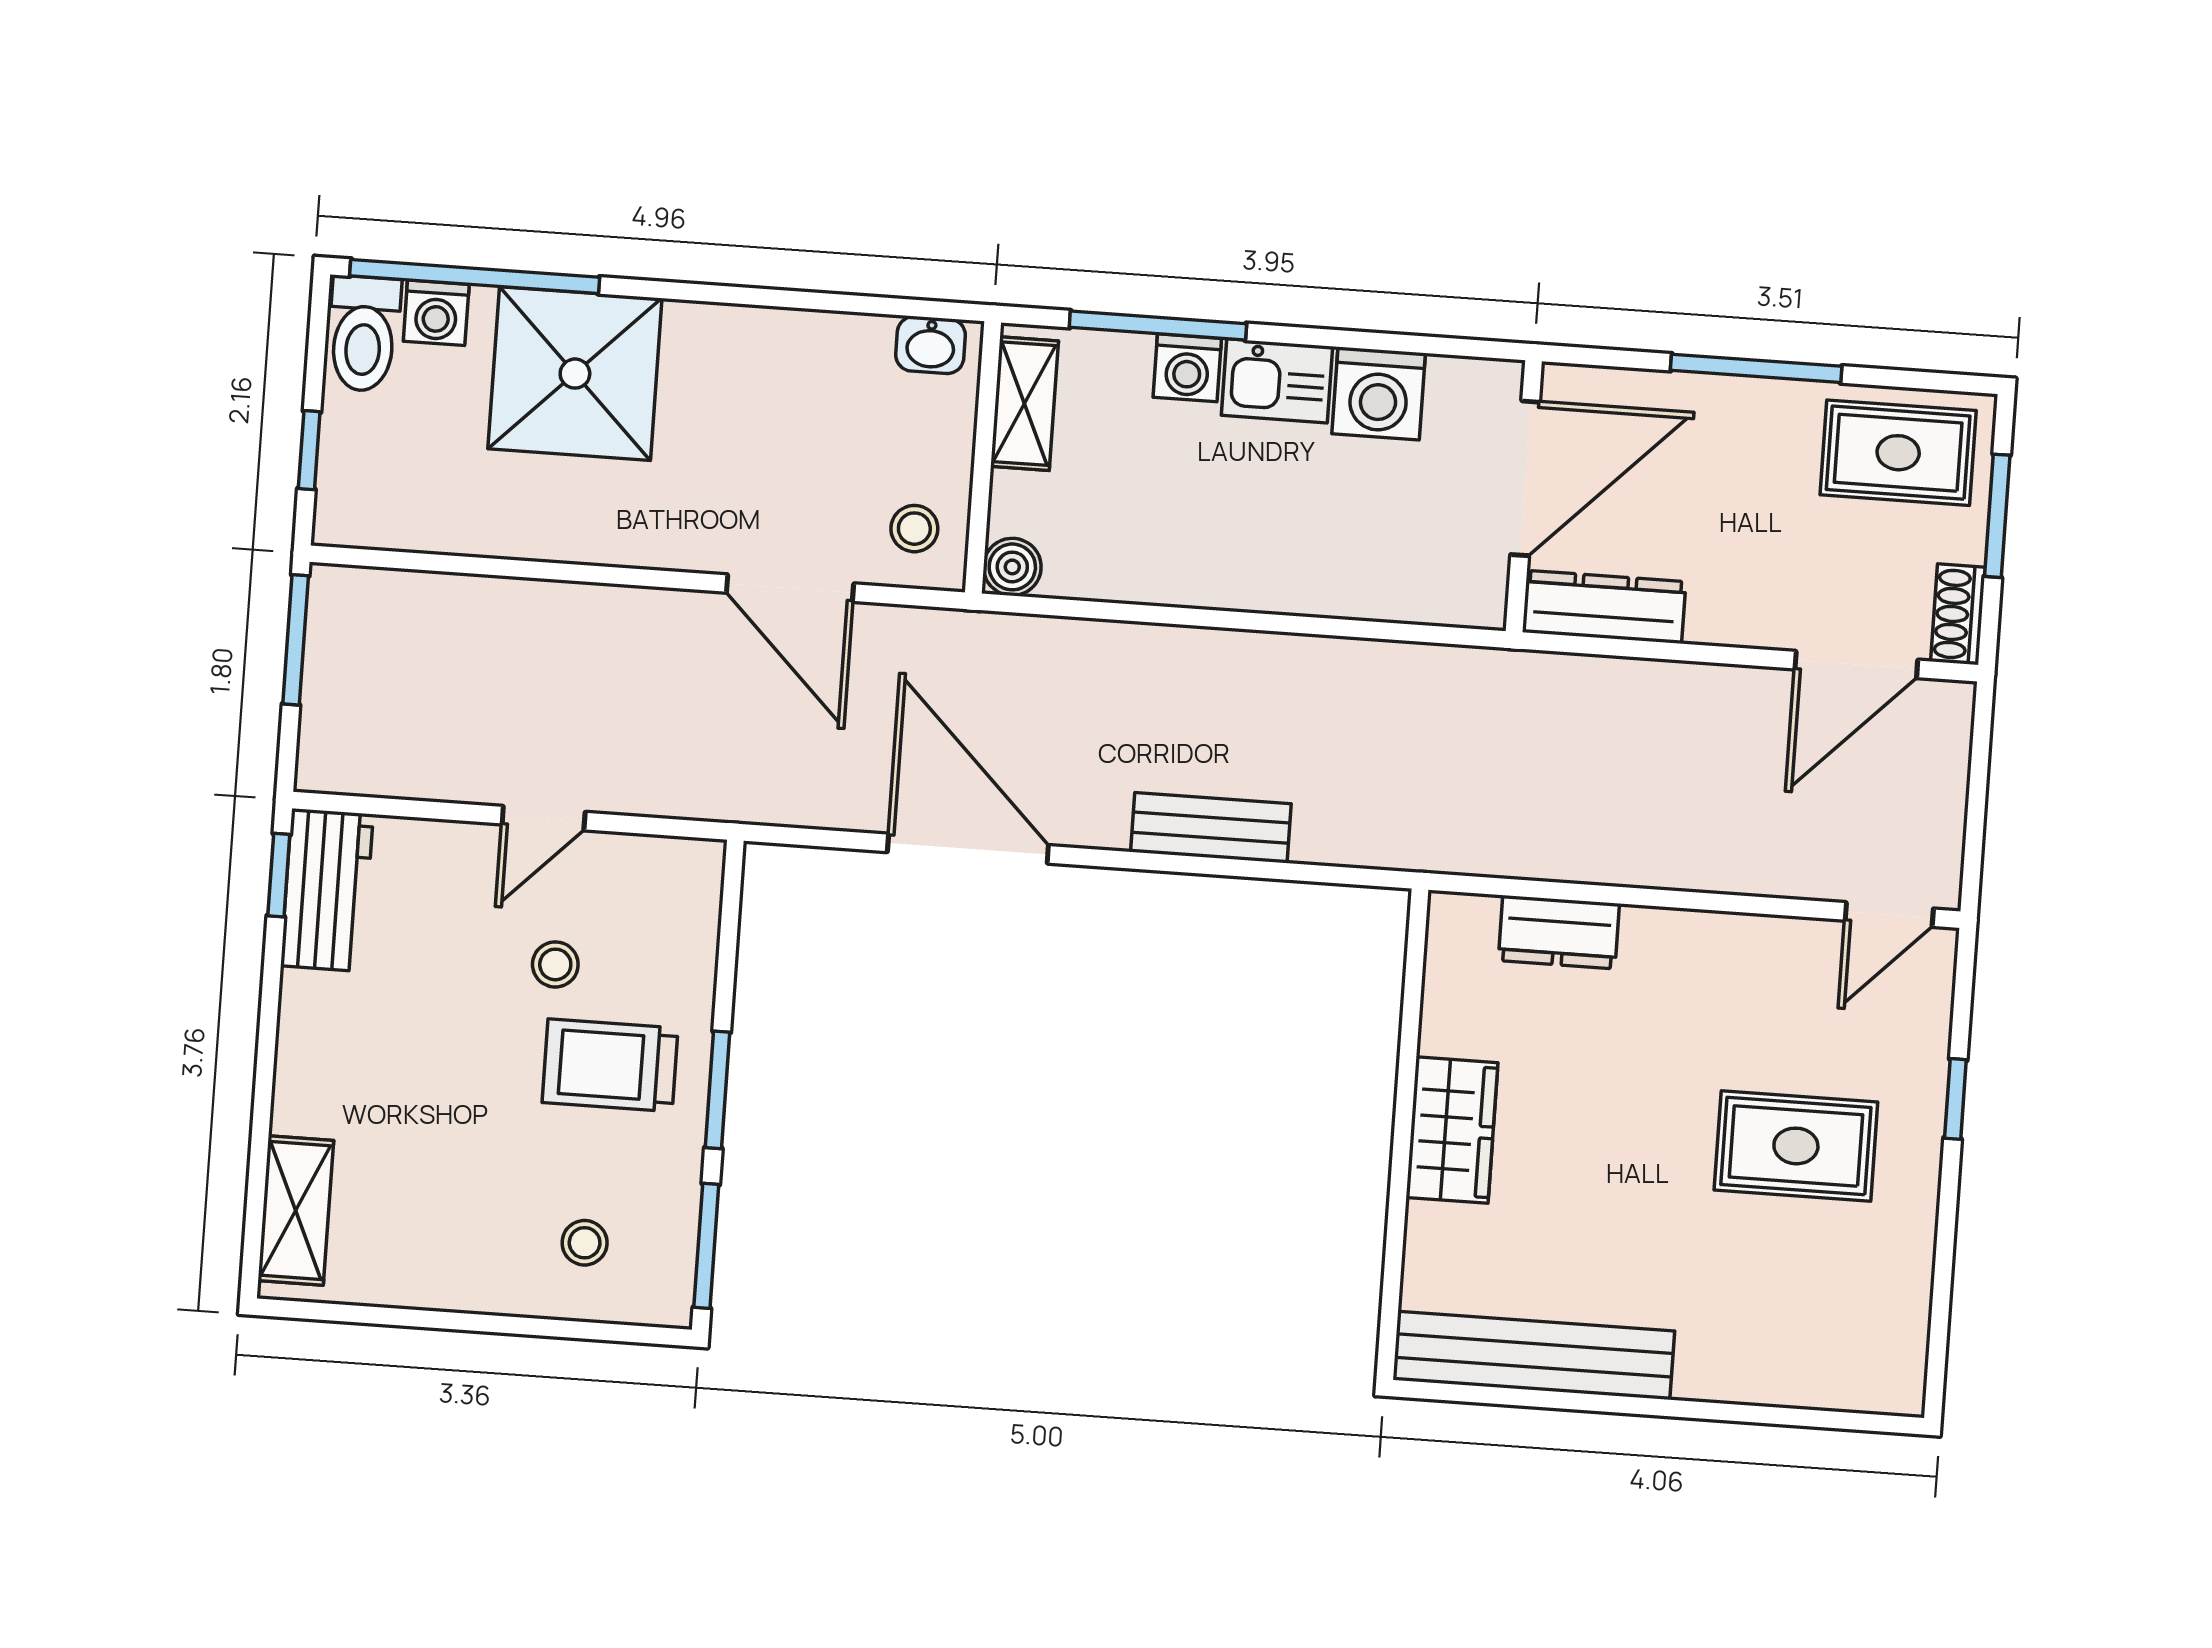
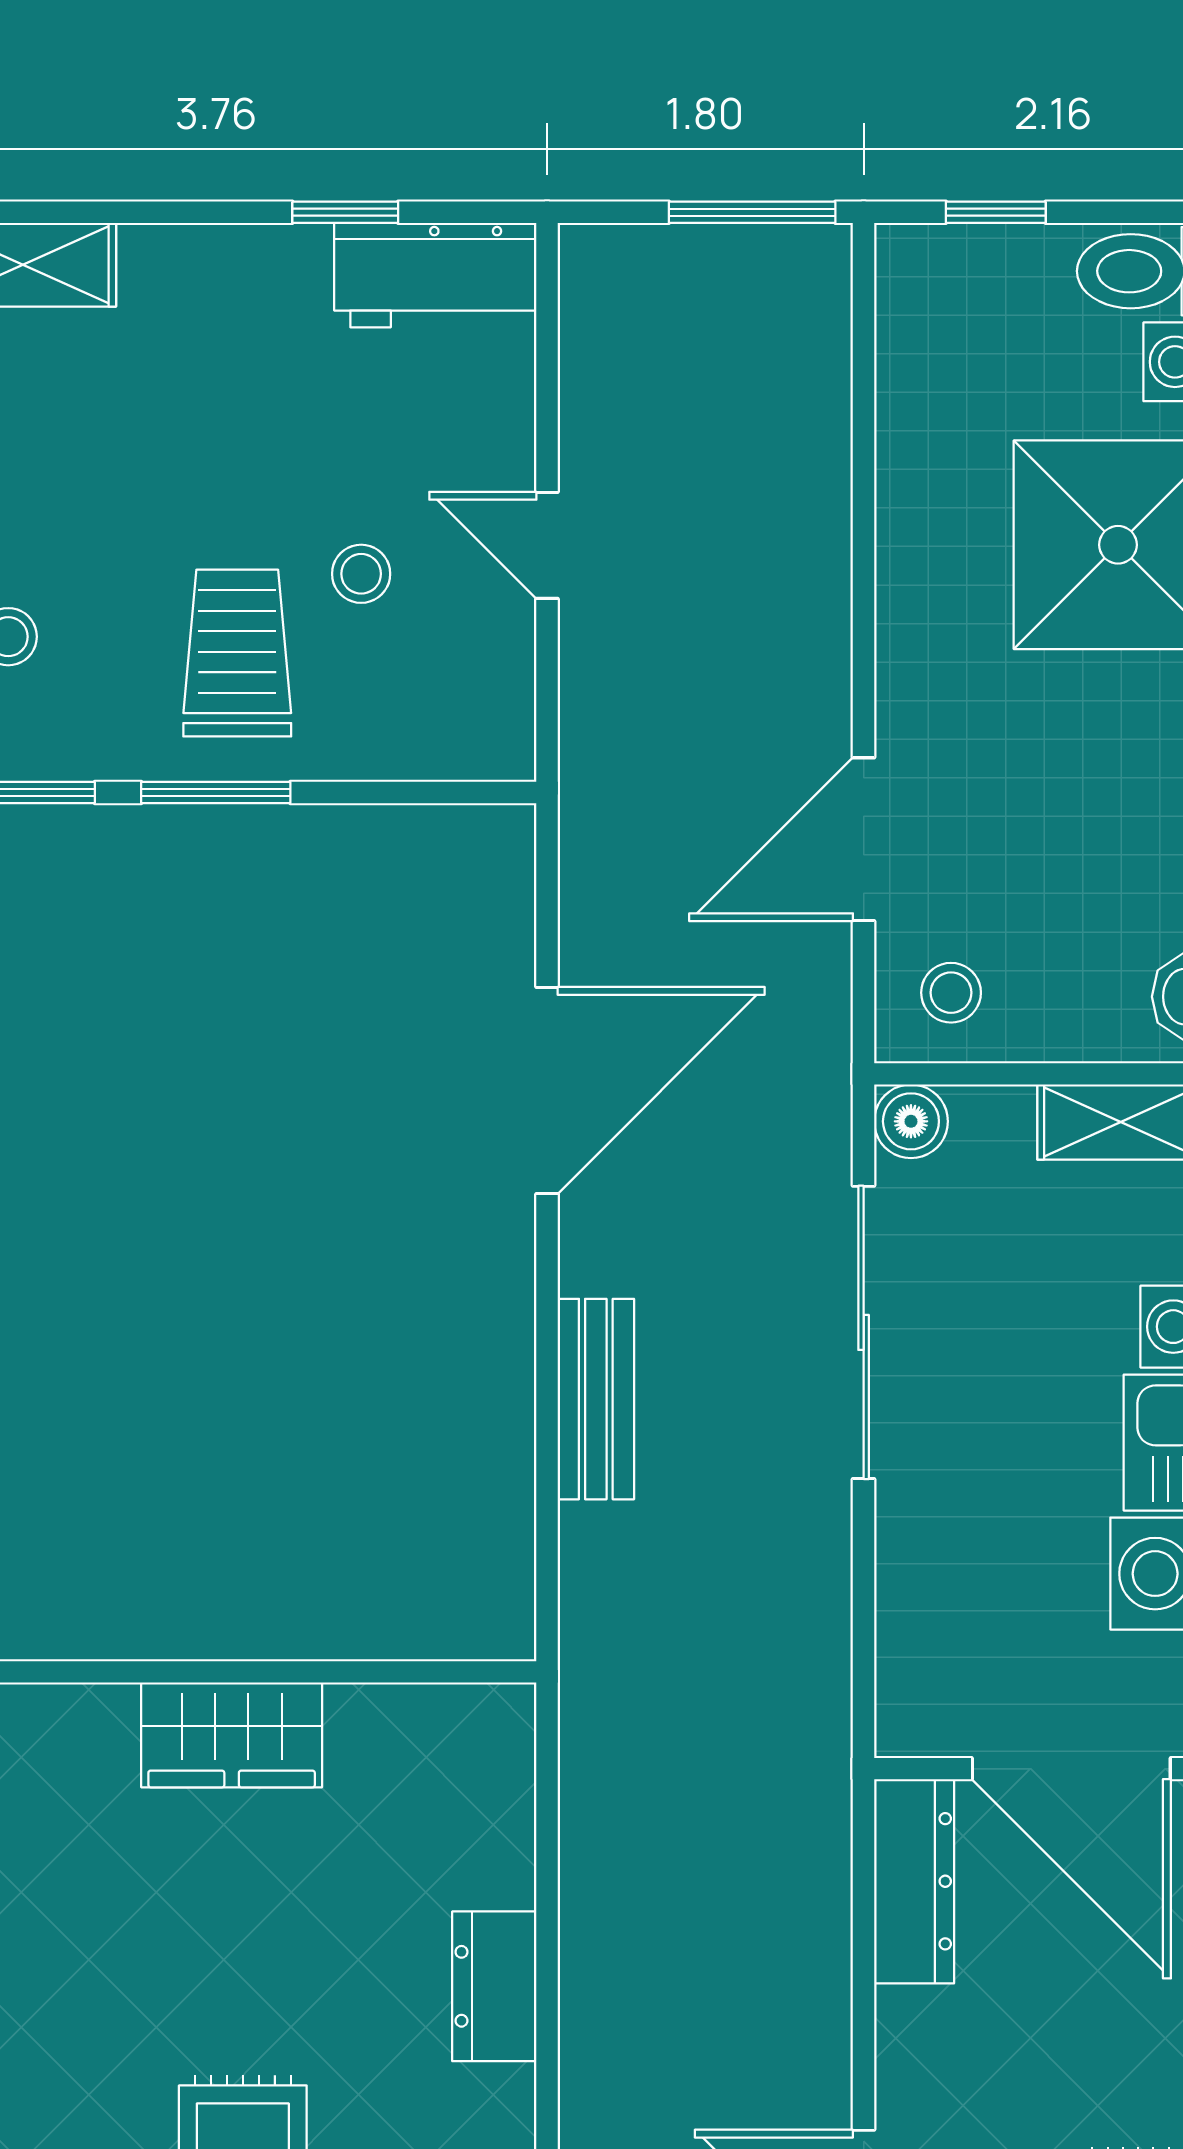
sliding door: (1174, 616) -> (864, 1332), added
window: (279, 875) -> (345, 212), moved
dresser: (1559, 932) -> (494, 1986), moved

